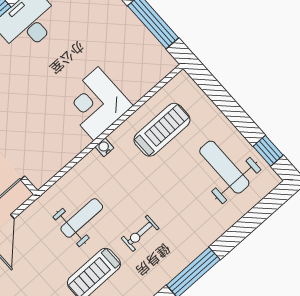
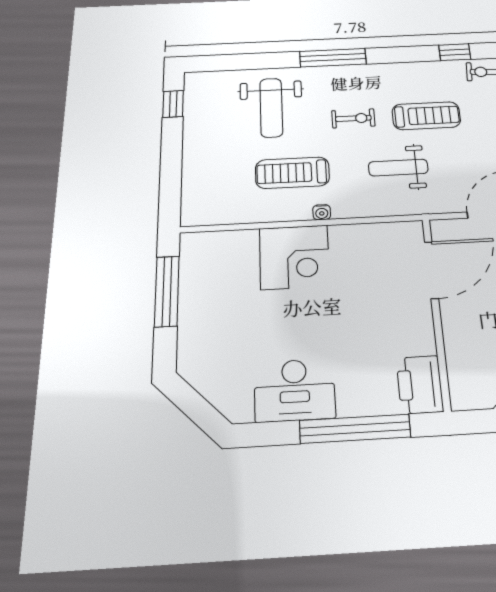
treadmill: (162, 130) -> (292, 173), moved
weight bench: (224, 167) -> (271, 108), moved

